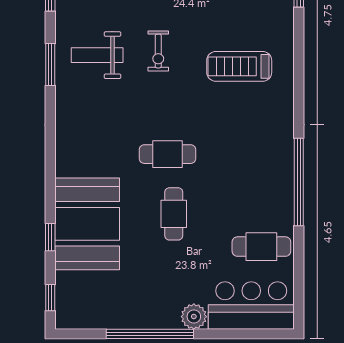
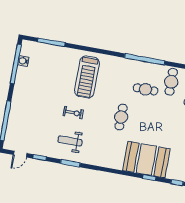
weight bench: (97, 55) -> (70, 141), turned 90
treadmill: (239, 66) -> (87, 77), width x1.37, depth x1.38
cafe table: (174, 214) -> (146, 89), moved

